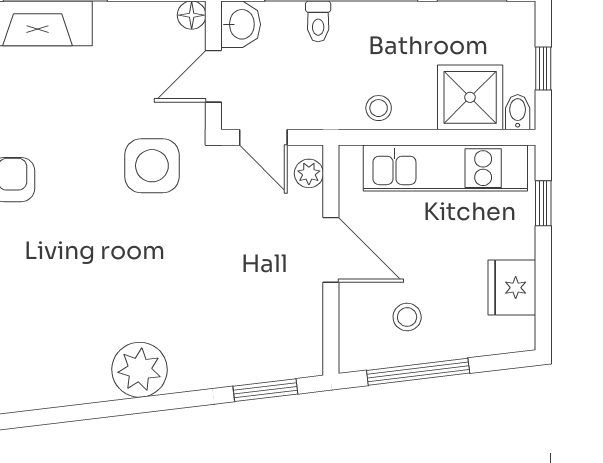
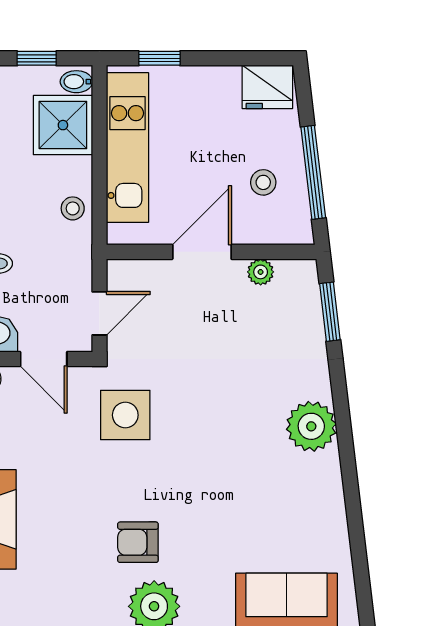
plant: (309, 173) -> (261, 272), moved
fridge: (512, 288) -> (267, 87), moved

